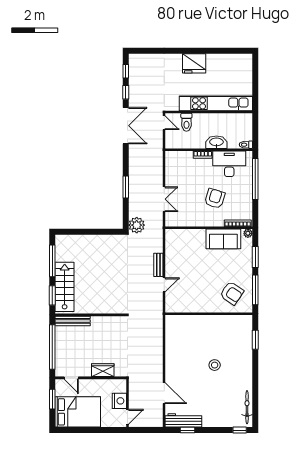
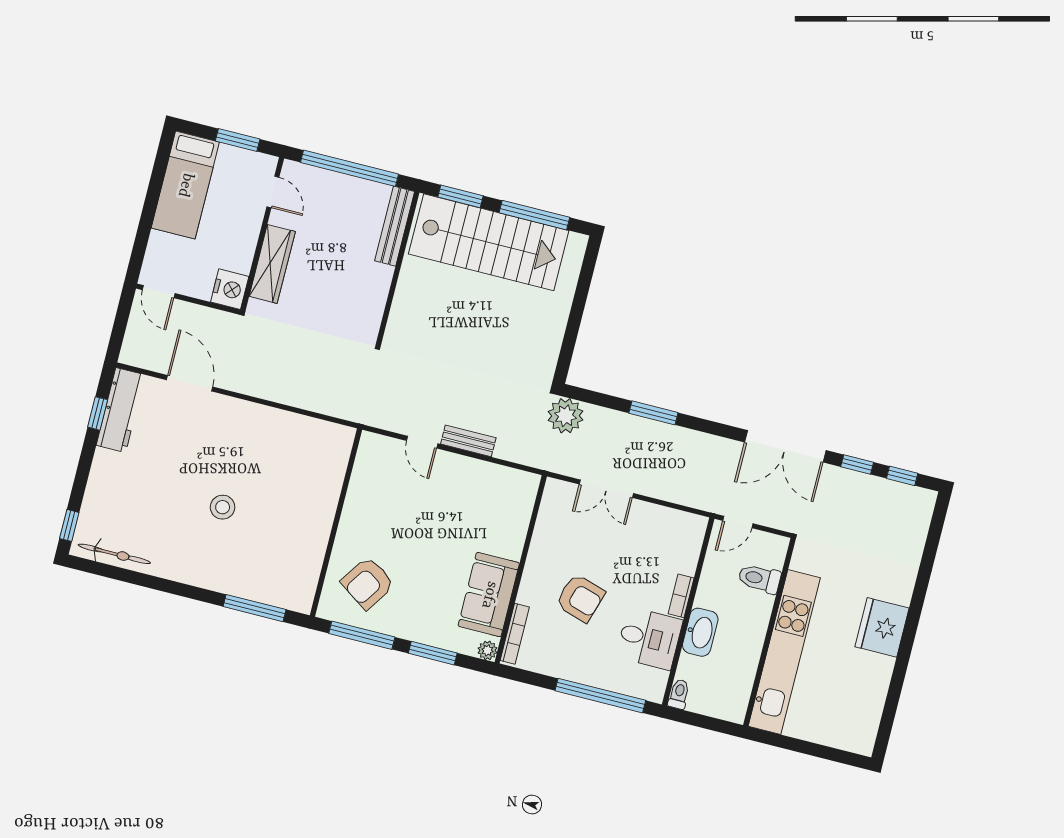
door: (164, 123) -> (738, 522), moved
desk: (229, 164) -> (649, 638), width x0.73
stairs: (65, 287) -> (489, 242), width x1.36, depth x1.51
window: (255, 340) -> (255, 608), width x1.44
wardrobe: (103, 370) -> (272, 264), width x1.50
door: (71, 378) -> (273, 192), swing flipped
door: (164, 393) -> (190, 383), swing flipped
nightstand: (119, 401) -> (230, 289), moved, turned -90
bed: (78, 412) -> (185, 185), width x0.67

